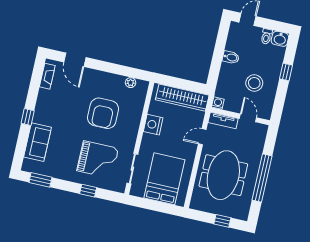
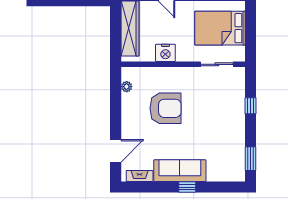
sofa: (38, 142) -> (180, 171), moved, width x1.36
grand piano: (98, 160) -> (215, 103), removed

